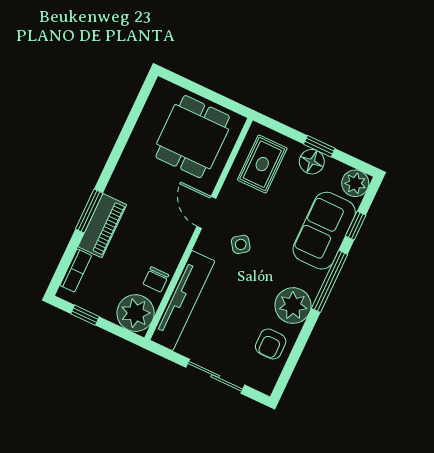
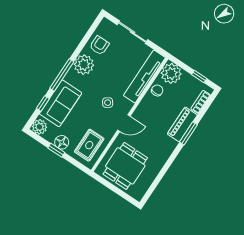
door: (206, 212) -> (124, 123), hinge flipped

